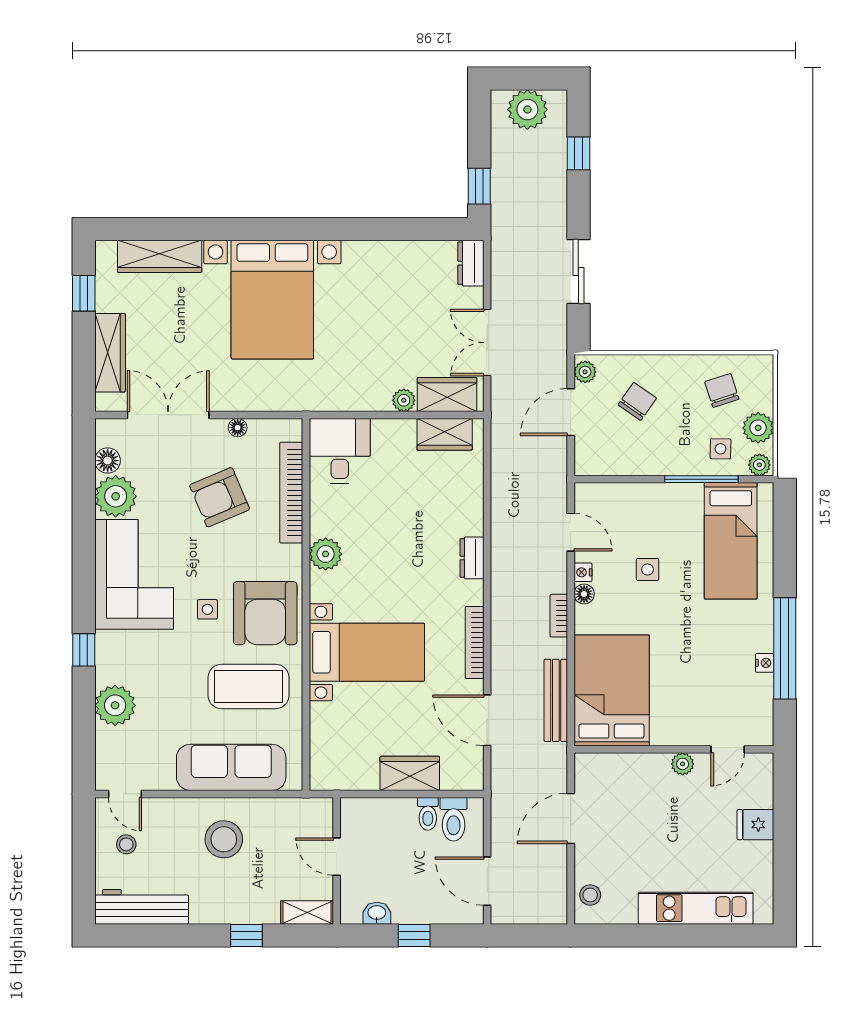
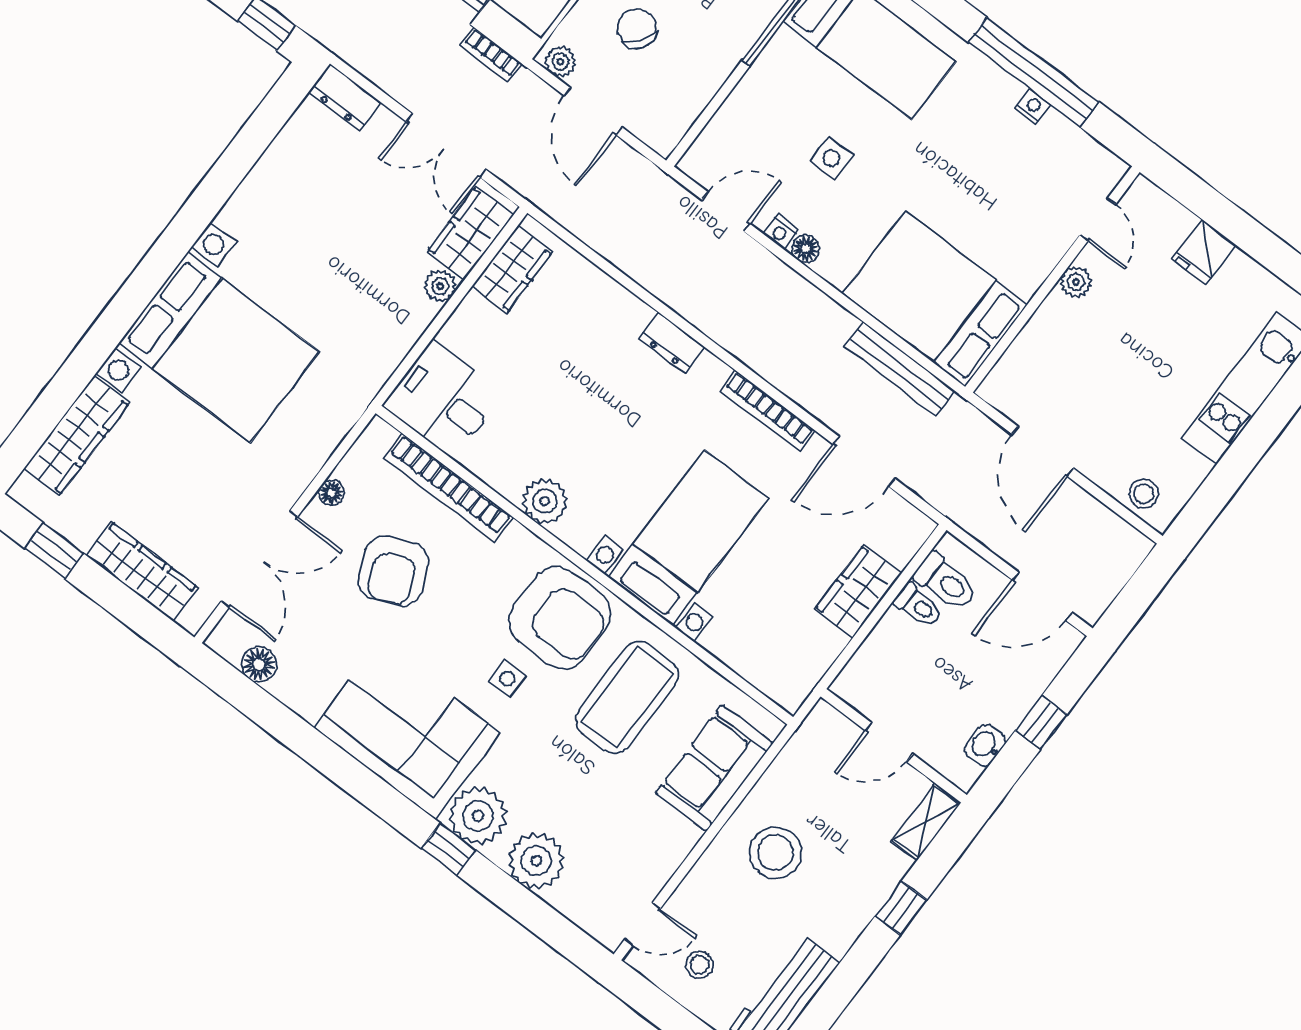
double door: (168, 415) -> (259, 559), swing flipped
plant: (116, 496) -> (478, 816), moved
bookcase: (559, 616) -> (491, 55), moved
sofa: (231, 767) -> (714, 768), width x0.73

